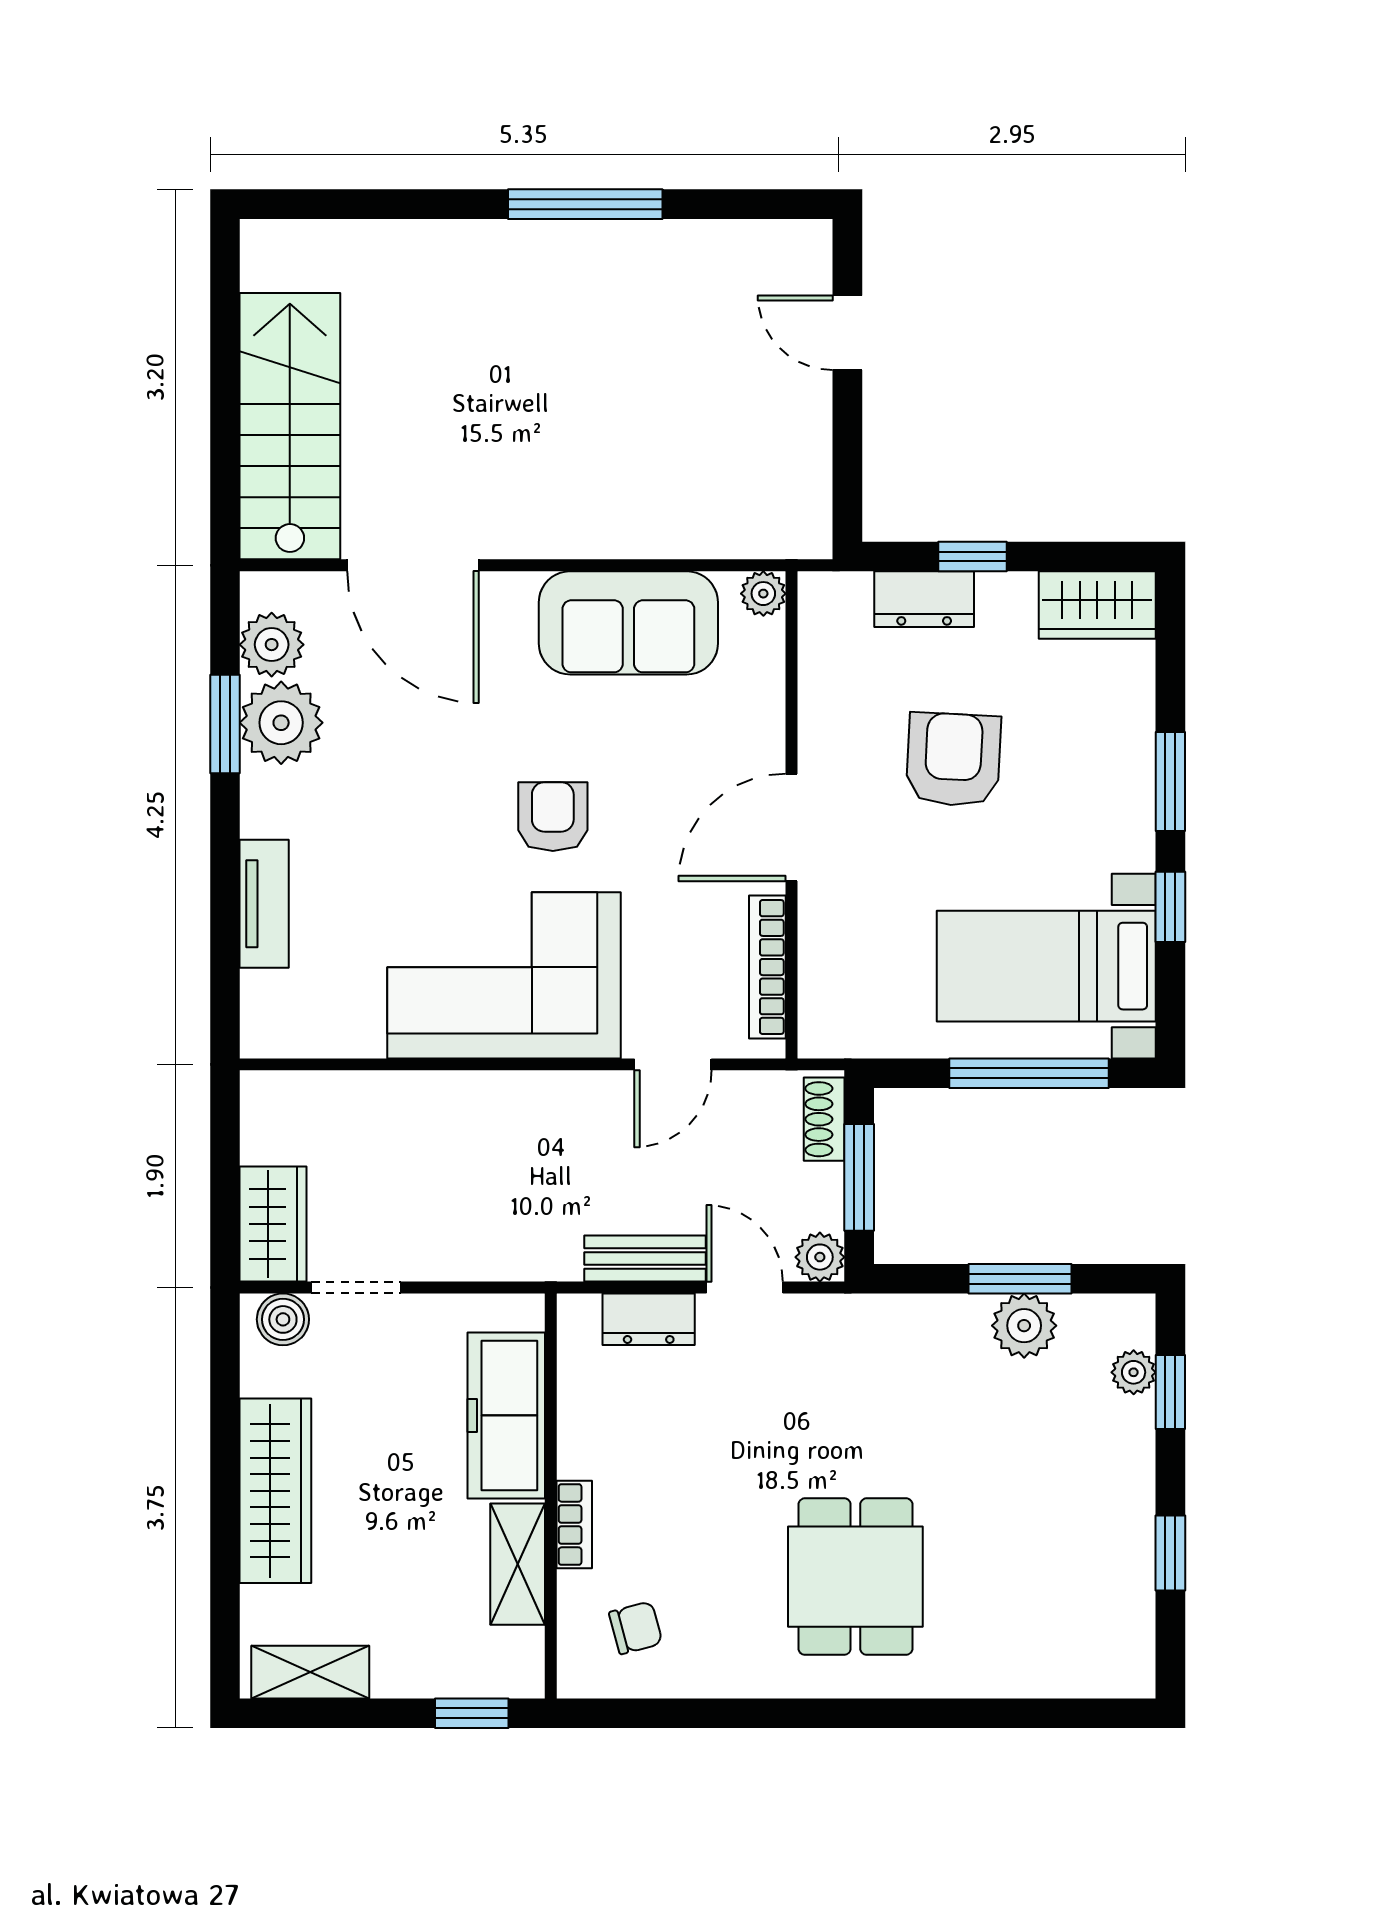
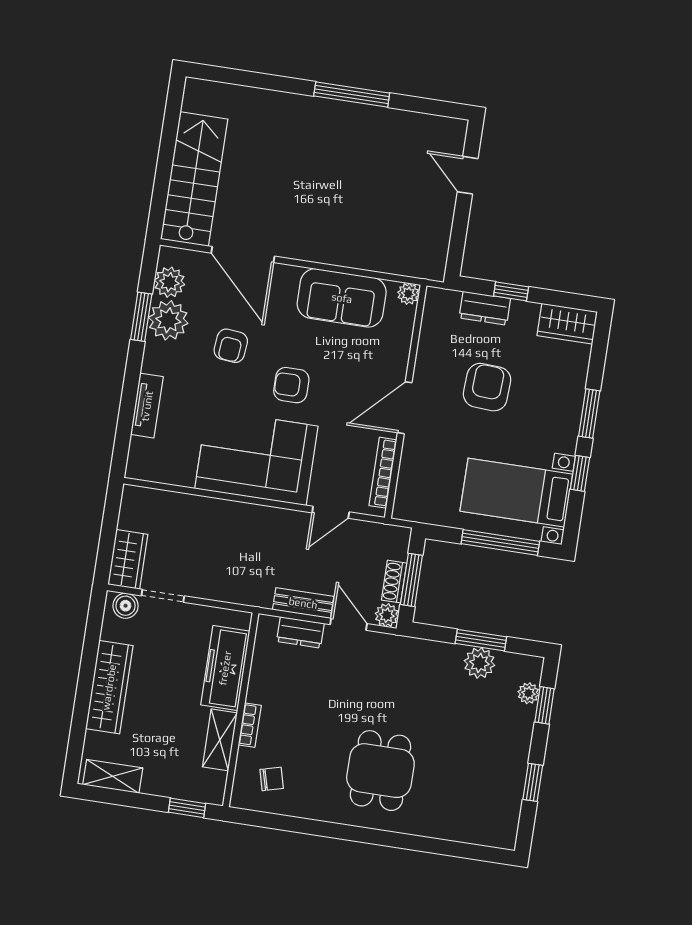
armchair: (417, 755) -> (231, 346), added
armchair: (553, 817) -> (291, 385), turned -90
shoe rack: (824, 1119) -> (394, 582), moved

